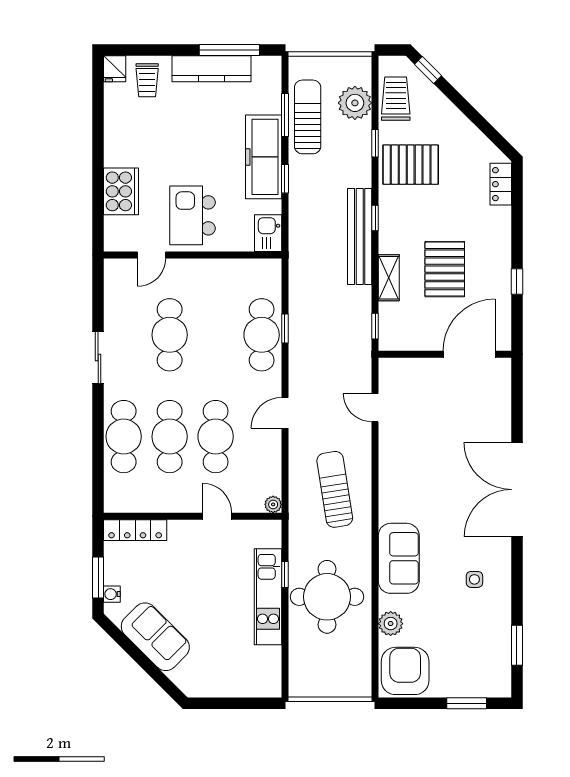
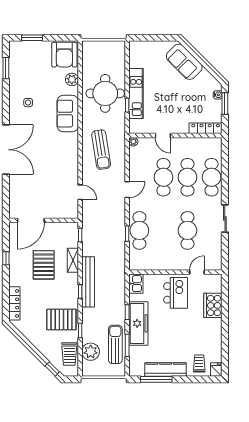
sun lounger: (308, 117) -> (115, 344), turned 180
locker: (501, 184) -> (14, 303), width x1.53
sofa: (155, 637) -> (184, 62), moved

